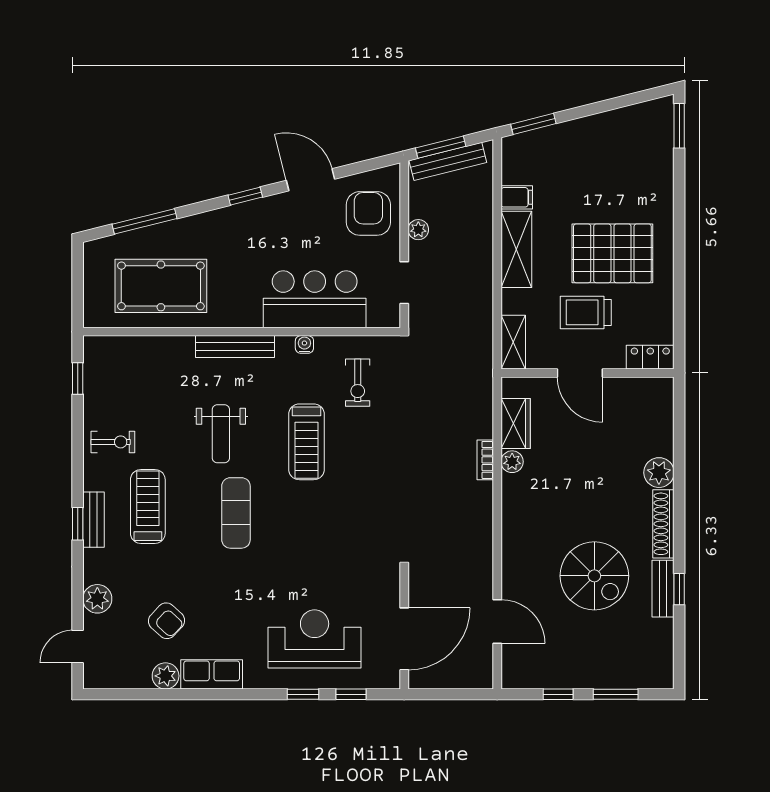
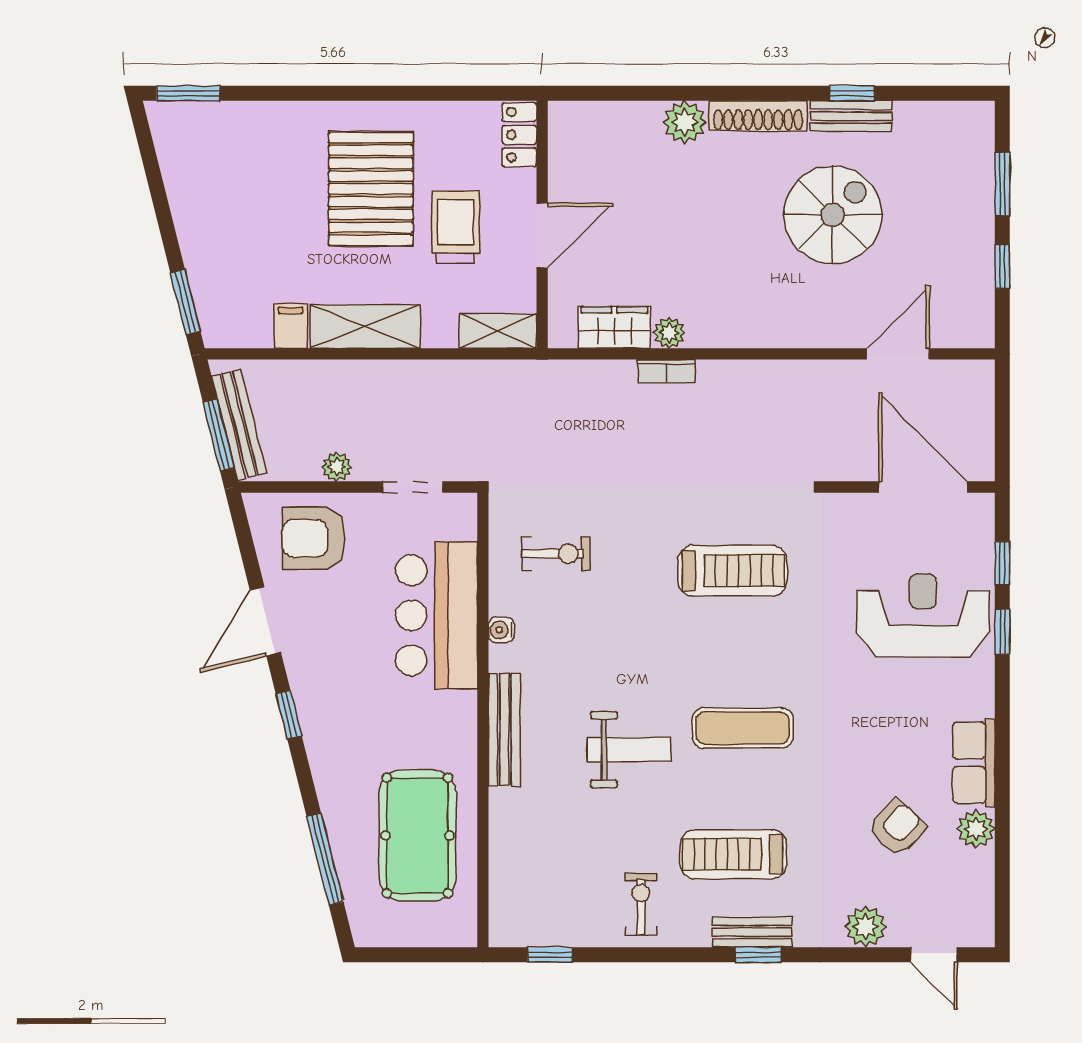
trolley: (586, 312) -> (455, 227), turned 180
treadmill: (306, 442) -> (732, 571), moved
reception desk: (315, 639) -> (923, 615), turned 90

